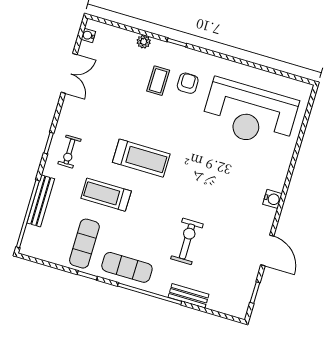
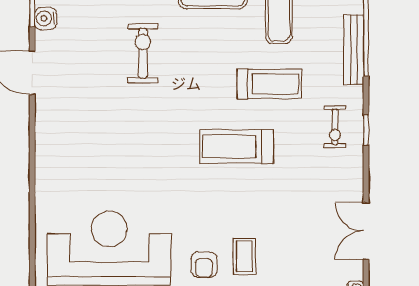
exercise bike: (69, 152) -> (335, 127), turned 180
water cooler: (272, 199) -> (46, 18), moved
exercise bike: (187, 241) -> (143, 53), turned 180

